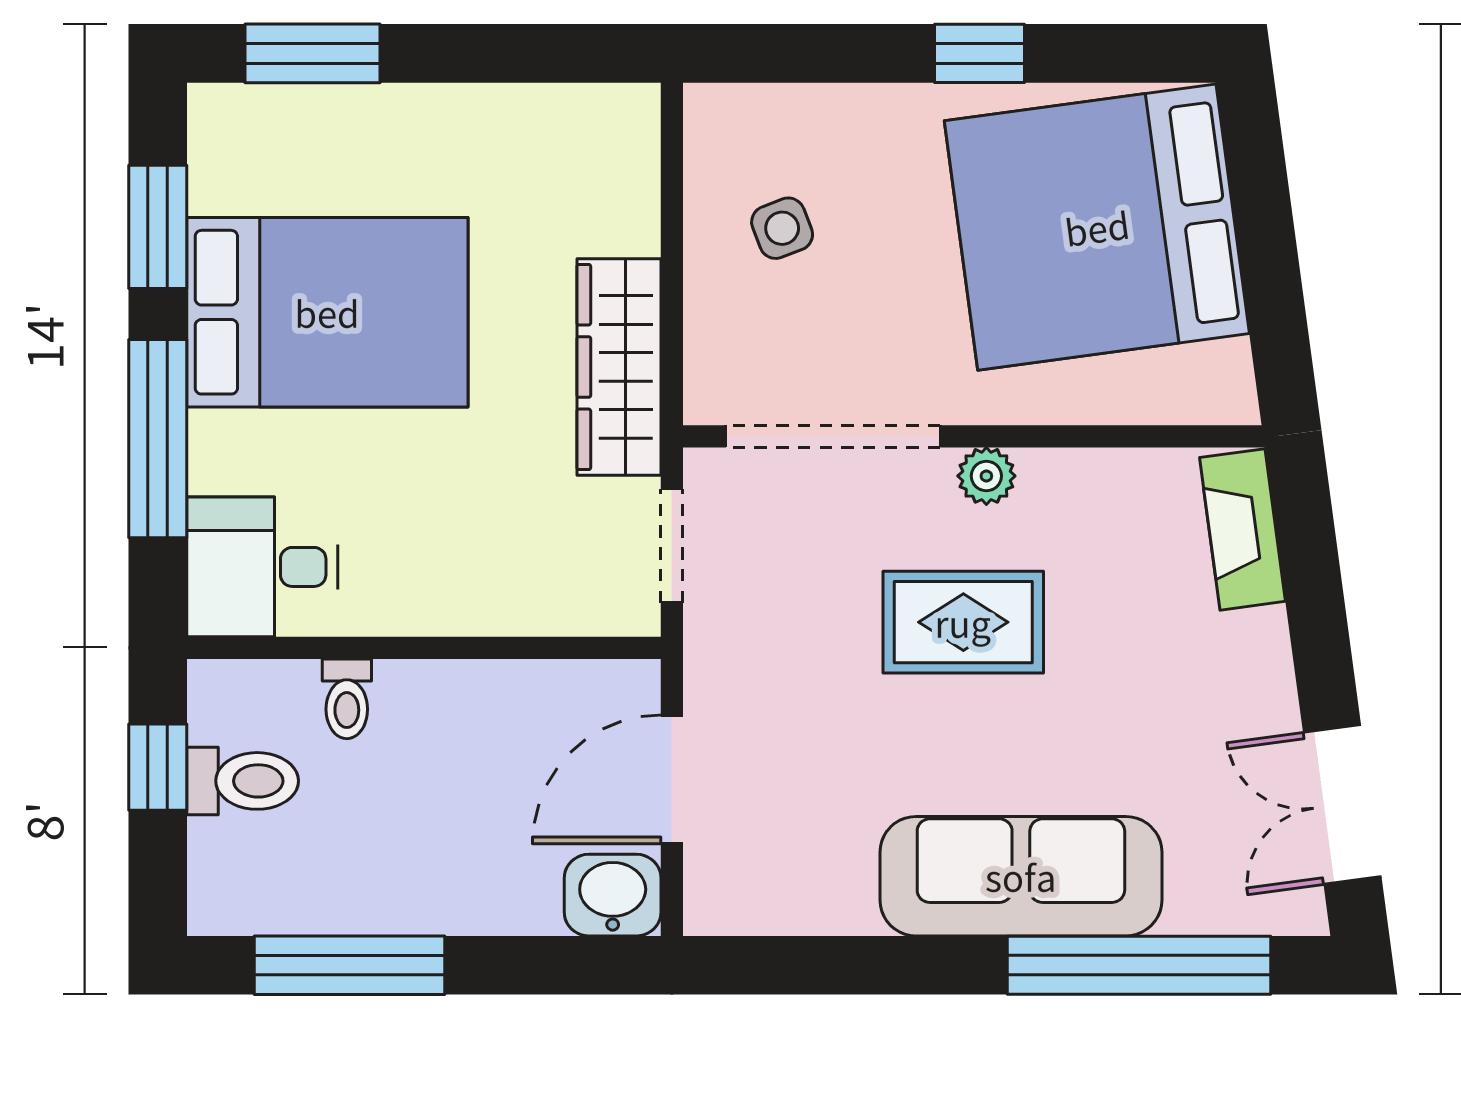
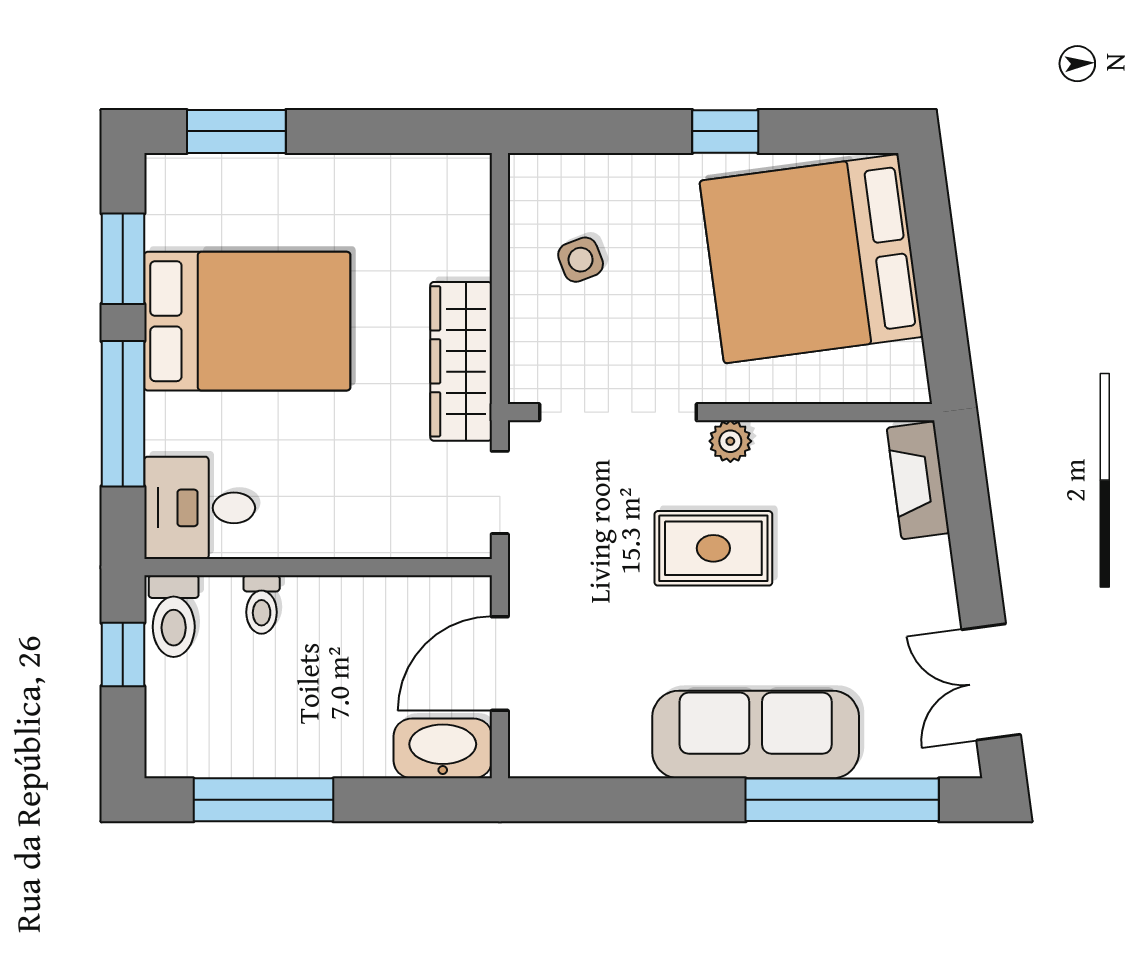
toilet: (243, 781) -> (174, 616), moved, turned 90
washbasin: (613, 895) -> (443, 748), width x1.38

